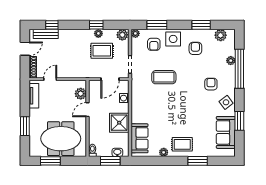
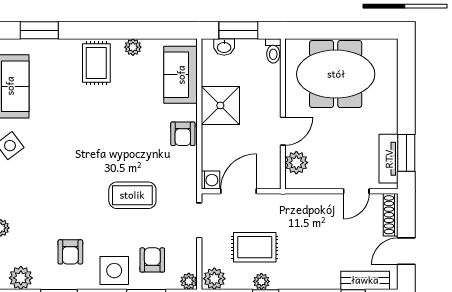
armchair: (211, 84) -> (183, 134), moved
washing machine: (124, 98) -> (210, 180), moved
window: (25, 126) -> (406, 153), moved
rug: (182, 144) -> (96, 63), turned 90
window: (50, 161) -> (356, 30), removed
window: (198, 161) -> (39, 30), moved

